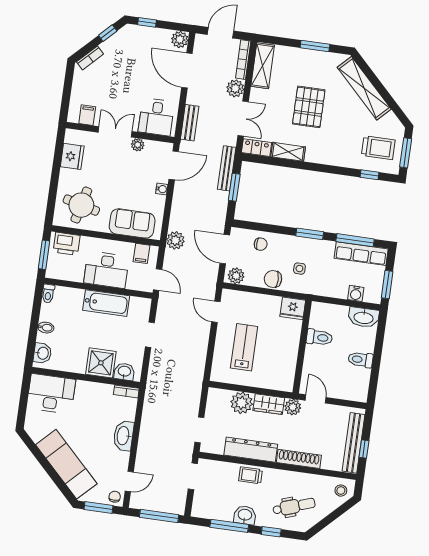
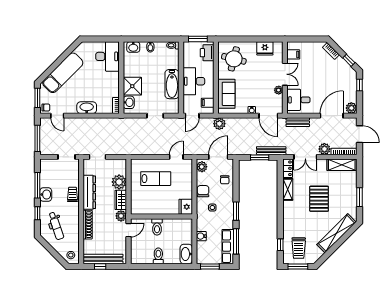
pallet: (309, 107) -> (319, 199), turned 90
water cooler: (356, 293) -> (201, 236), moved
toilet: (319, 337) -> (157, 227), moved

